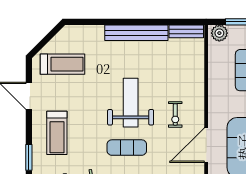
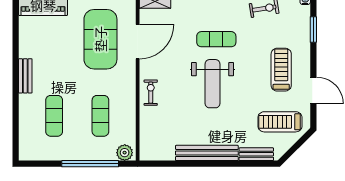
bench: (186, 31) -> (256, 154), moved
exercise bike: (175, 114) -> (151, 93), moved
treadmill: (57, 133) -> (281, 70), moved

